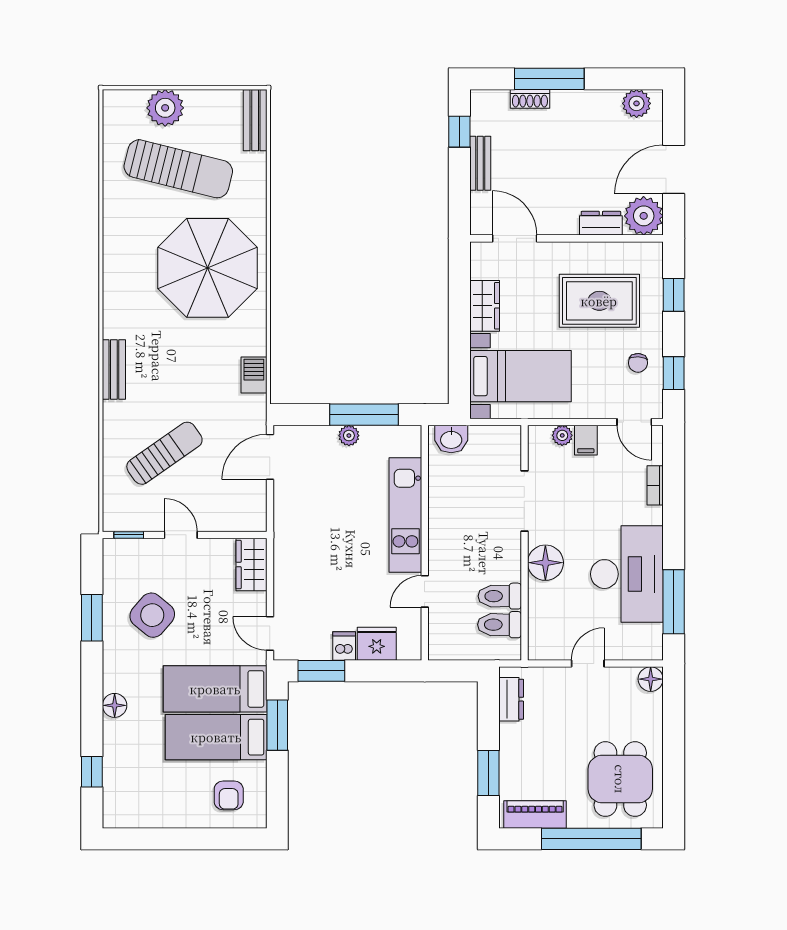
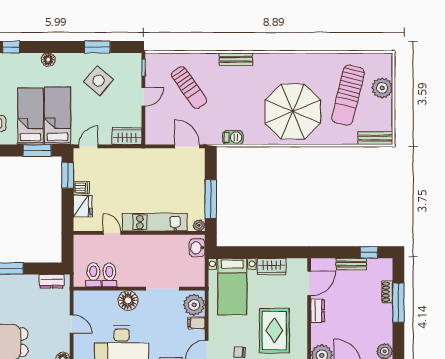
dresser: (601, 223) -> (318, 311), moved
plant: (562, 435) -> (194, 305), width x1.87, depth x1.87
plant: (349, 436) -> (199, 225), moved

